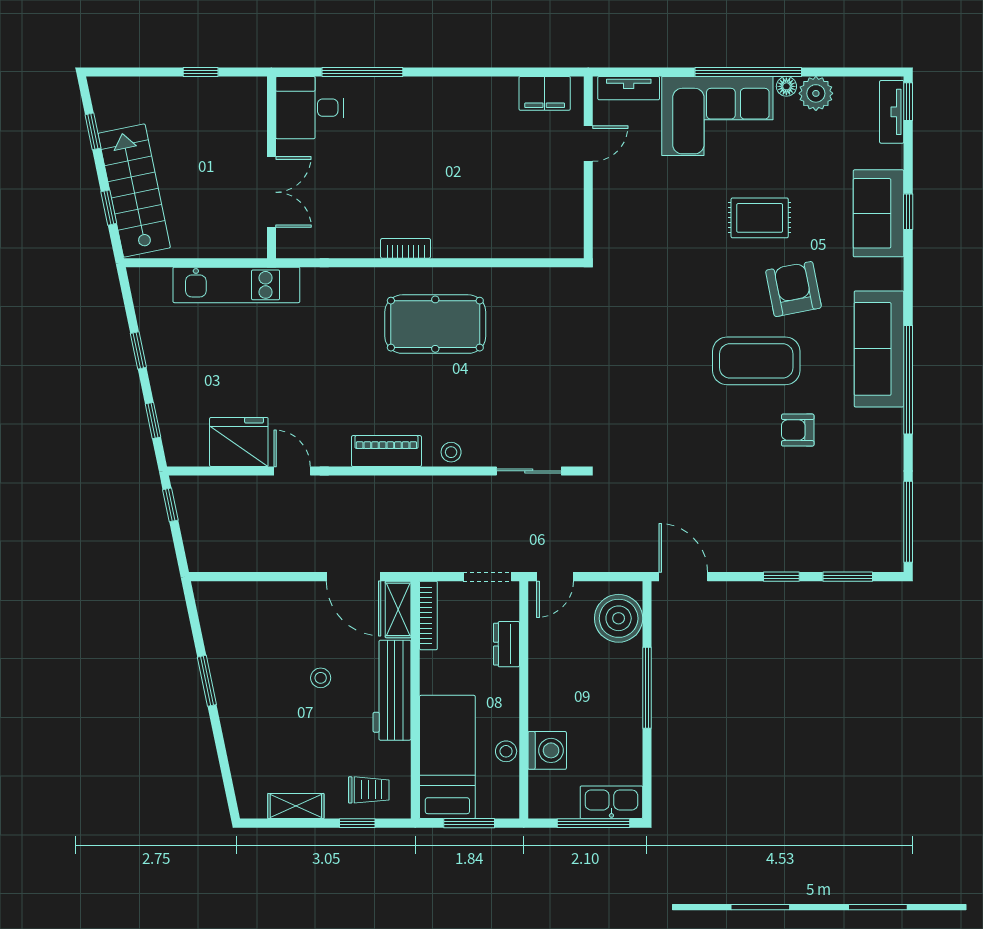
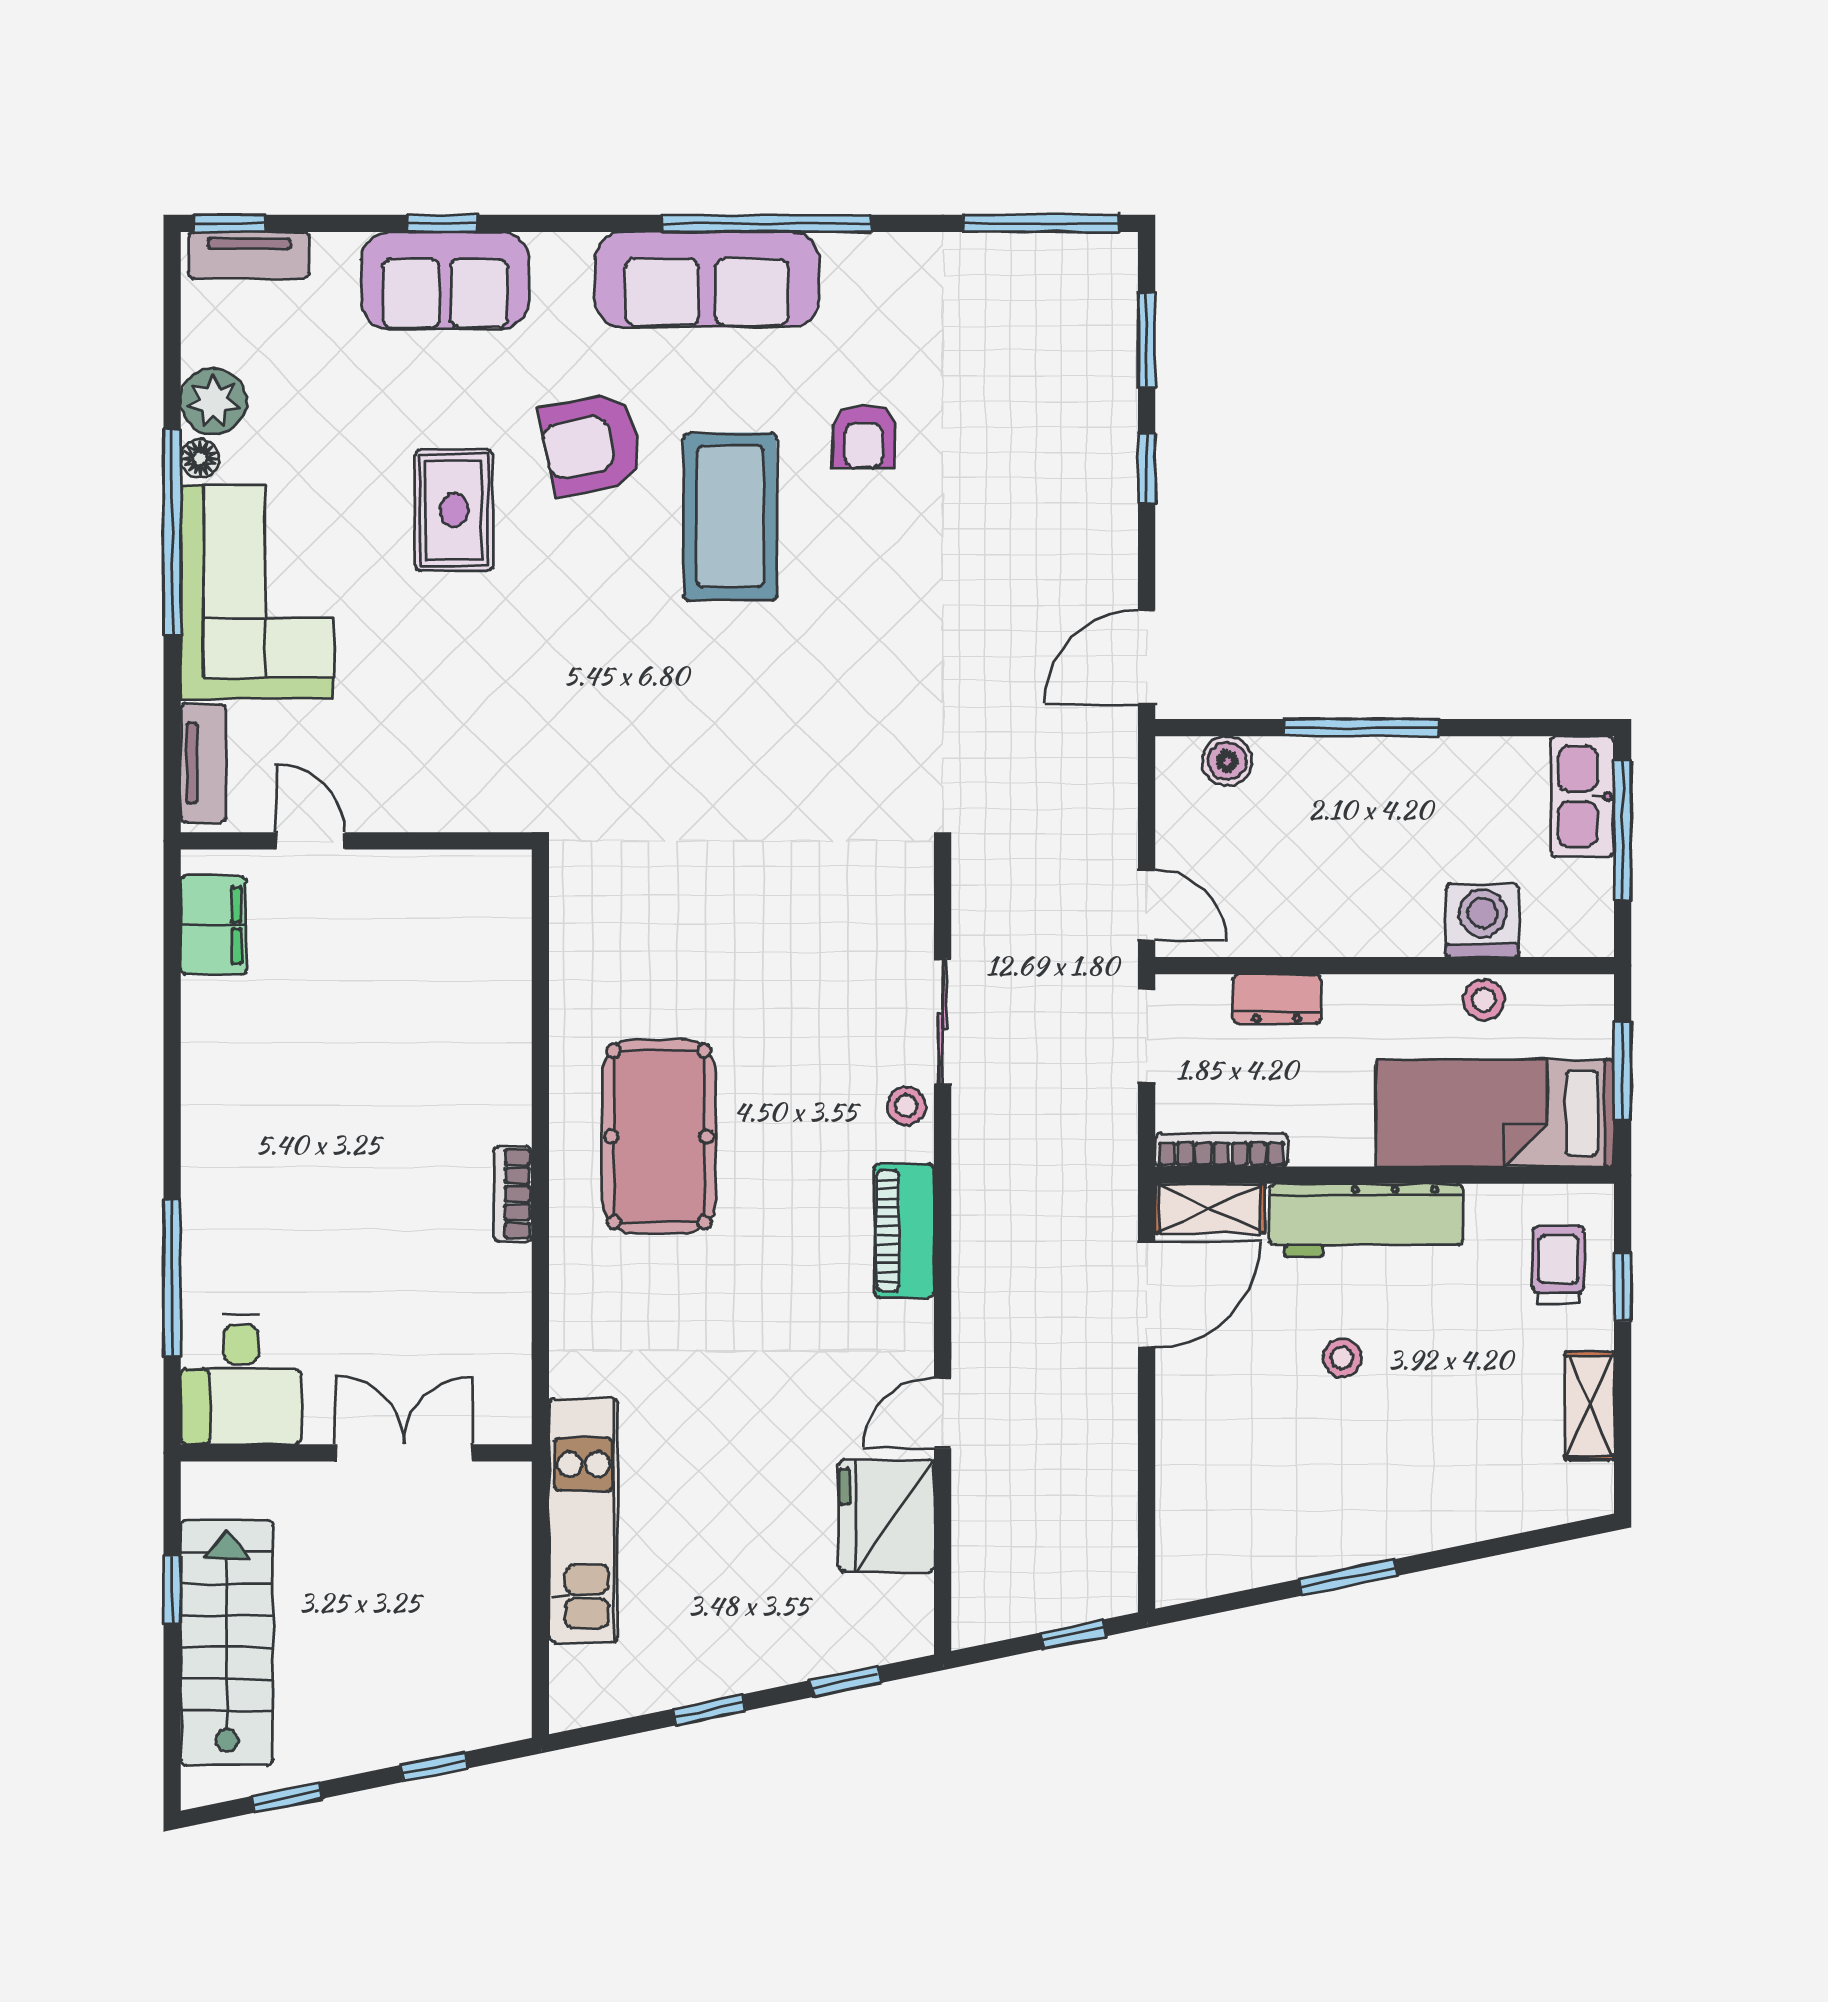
stairs: (134, 190) -> (227, 1642), moved, turned 102
sliding door: (529, 471) -> (943, 1022), moved
window: (170, 505) -> (1073, 1634), moved
boiler: (619, 618) -> (1227, 761), width x0.54, depth x0.54

